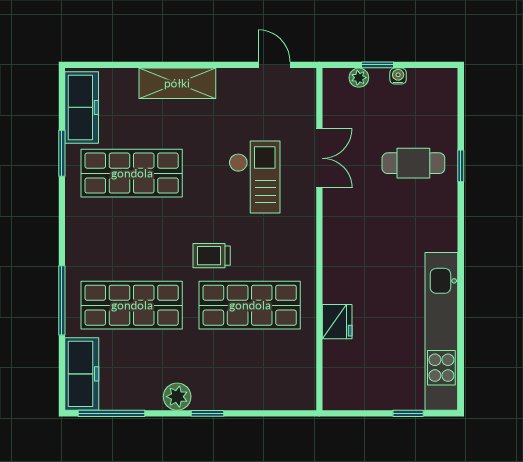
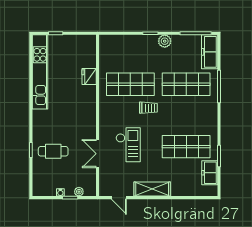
shelving: (177, 83) -> (152, 189), moved
freezer: (82, 107) -> (210, 173), width x0.71
checkout: (255, 177) -> (128, 145), turned 180

